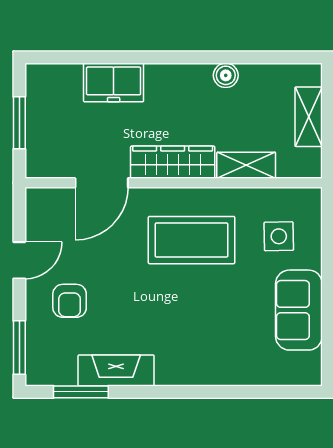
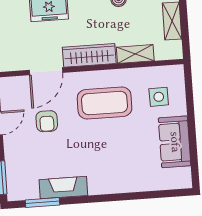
armchair: (70, 301) -> (47, 121), moved

